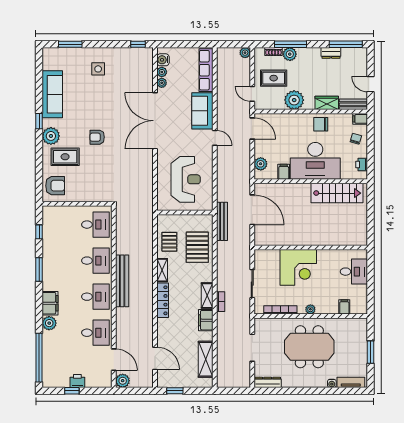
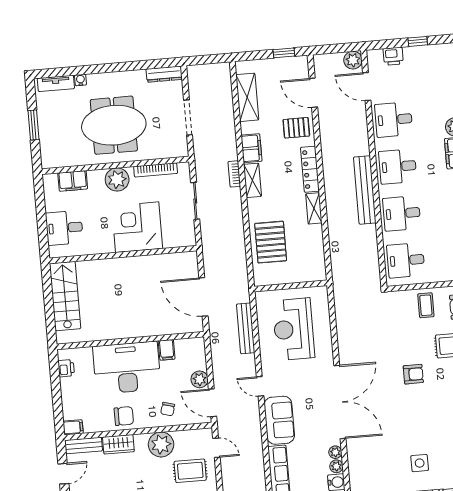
door: (371, 84) -> (63, 474), hinge flipped
chair: (356, 139) -> (168, 409), moved
plant: (261, 164) -> (200, 379), moved
coffee table: (83, 189) -> (426, 305), added
stairs: (337, 193) -> (65, 296), moved, turned 90
bench: (222, 221) -> (246, 328), moved
pallet: (169, 242) -> (296, 128), moved, turned 90
filing cabinet: (344, 307) -> (73, 181), width x2.00
plant: (310, 309) -> (117, 179), width x1.88, depth x1.88
printer: (77, 381) -> (393, 56), moved

